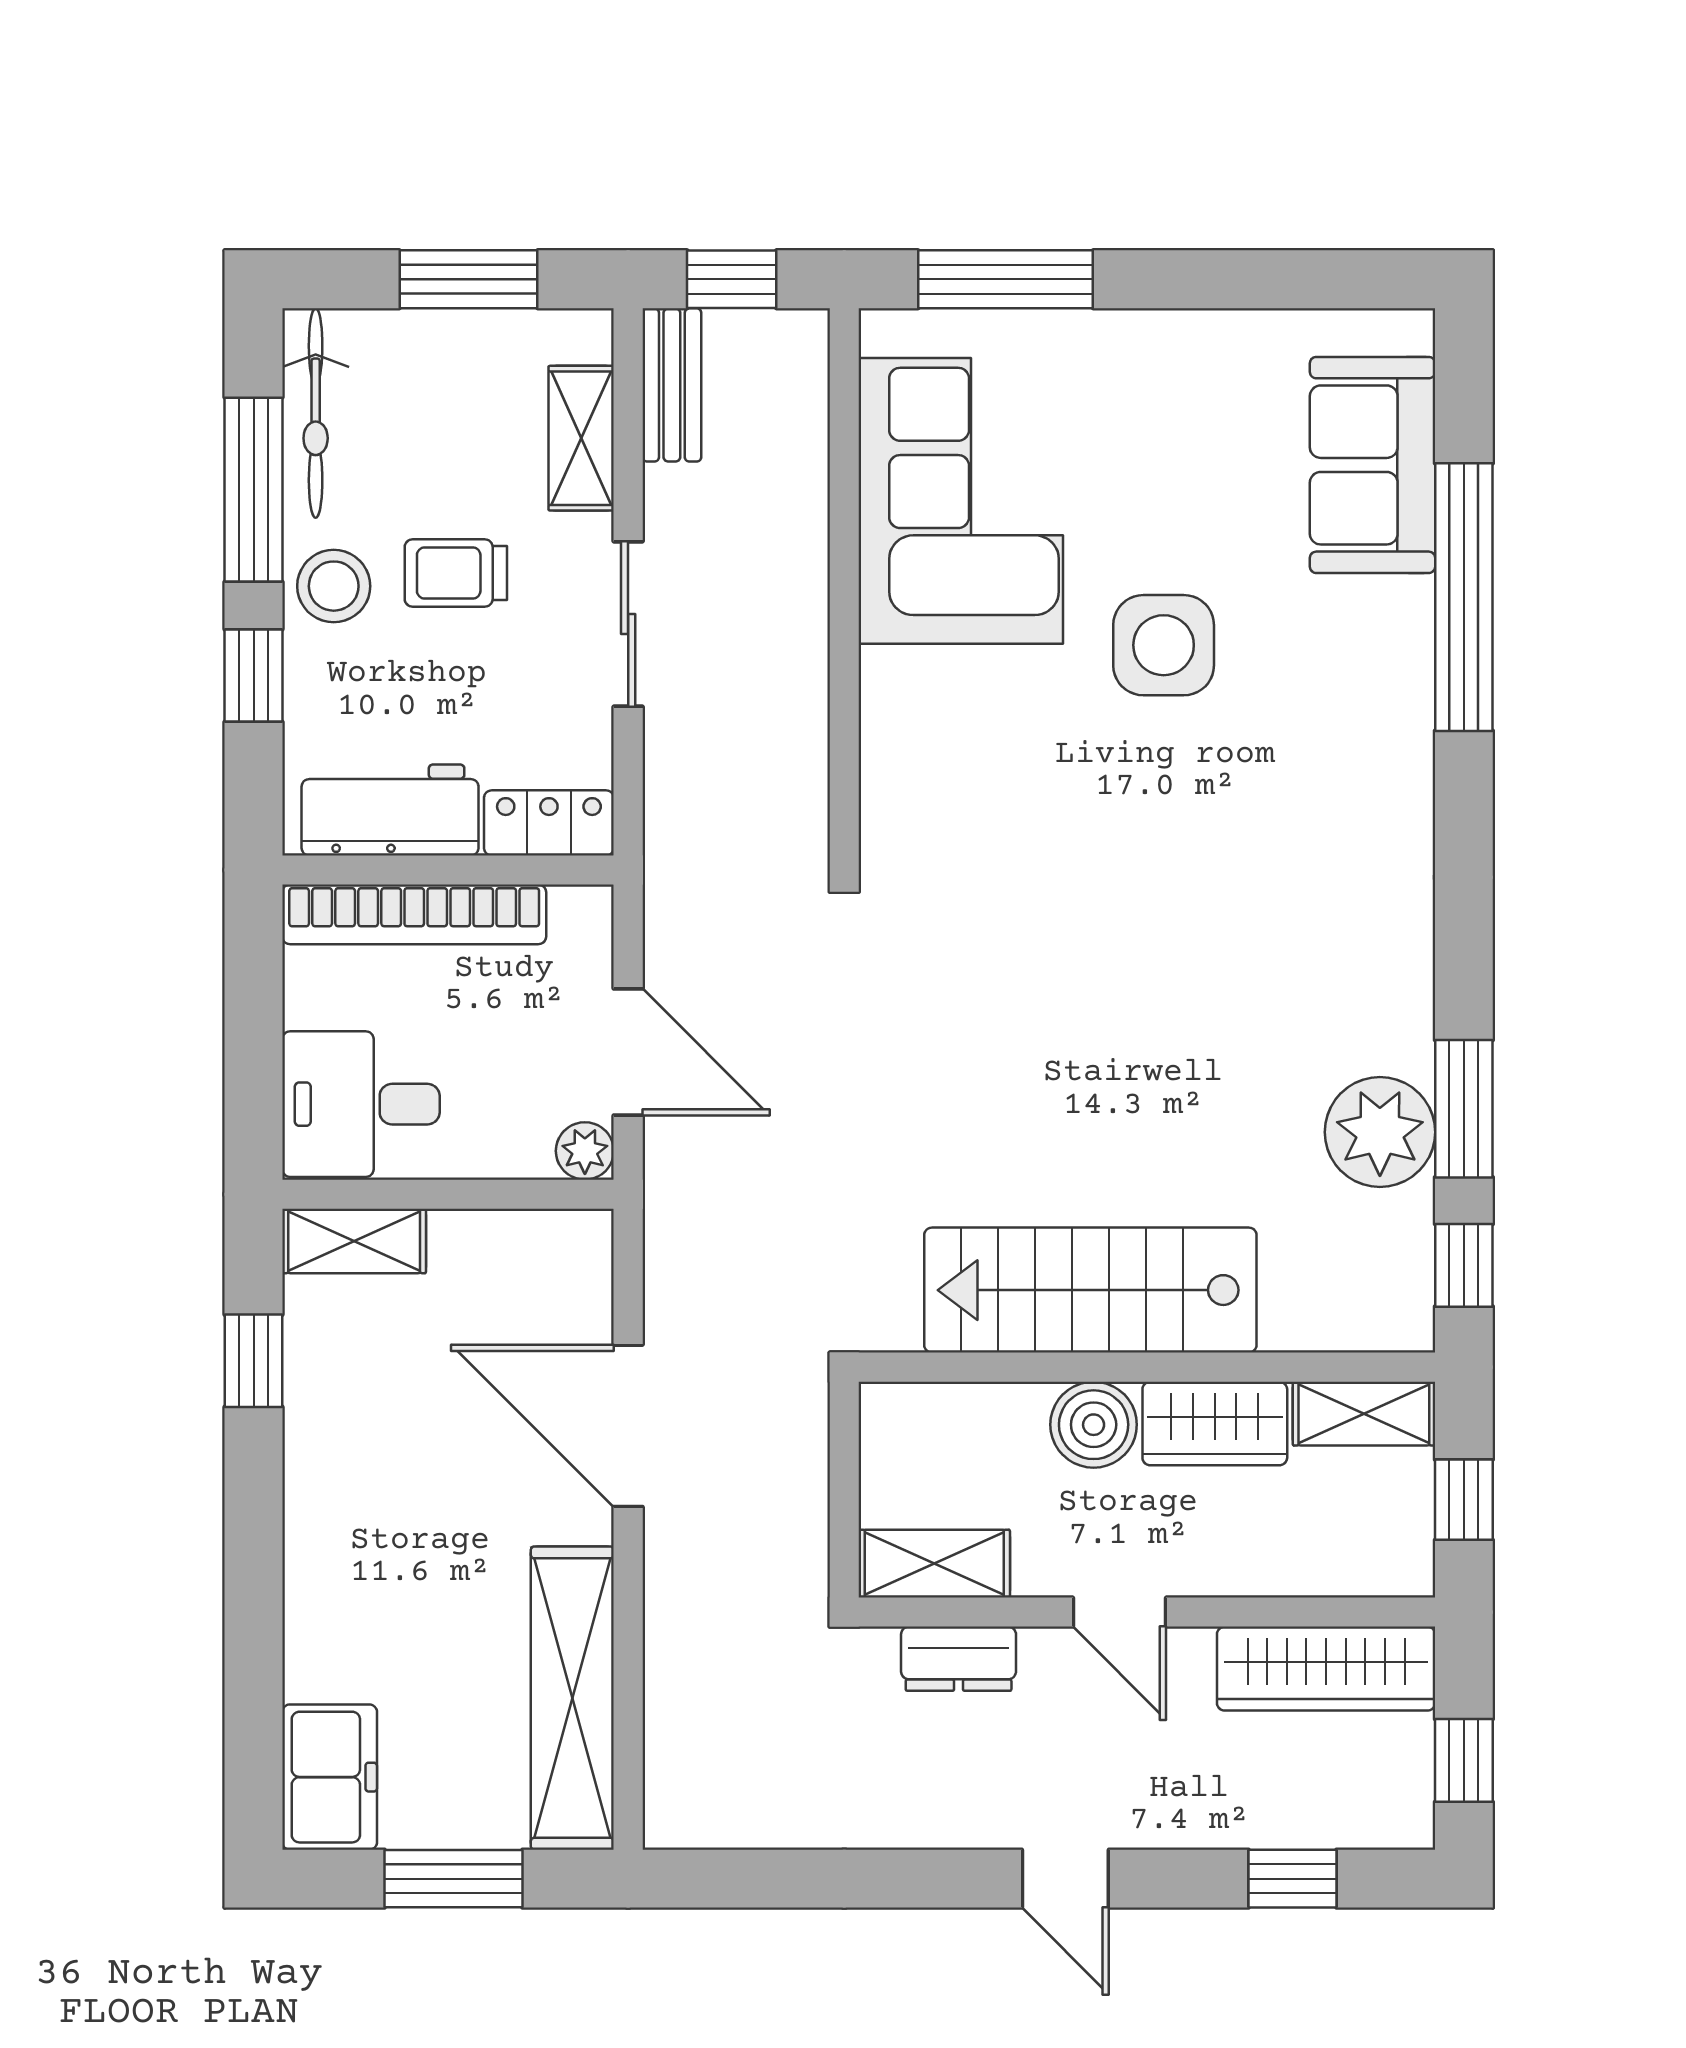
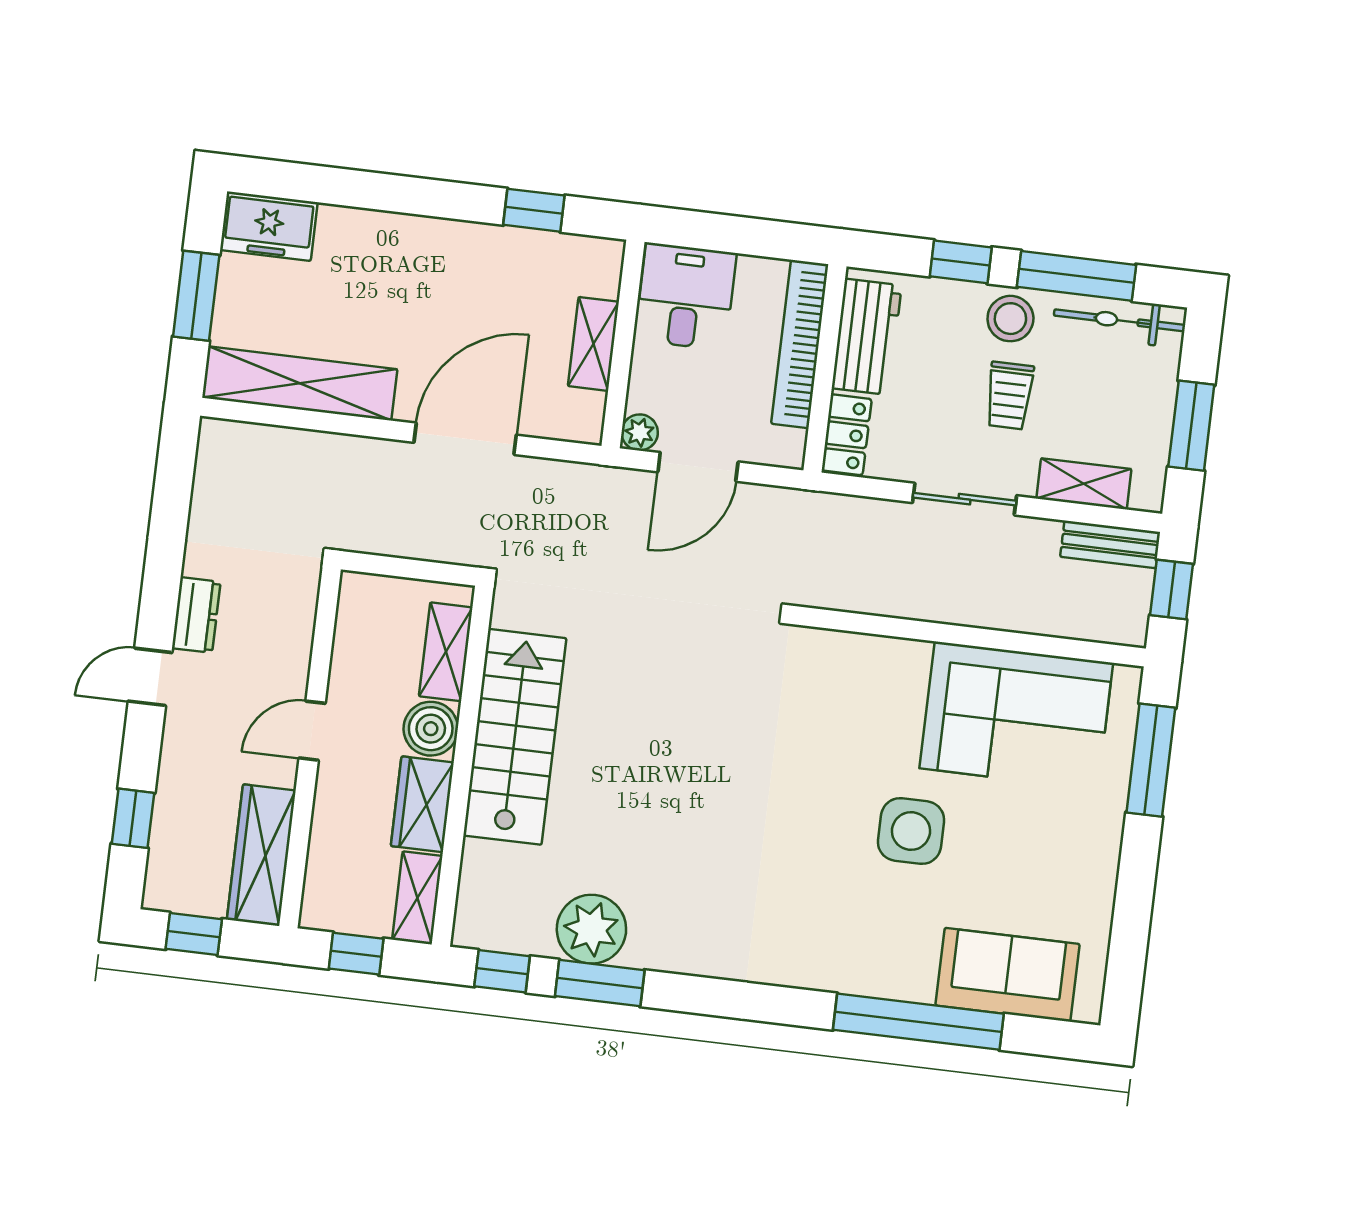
trolley: (456, 573) -> (1009, 396), turned 180
shelving: (354, 1241) -> (593, 344), moved
shelving: (934, 1564) -> (446, 652), moved
dresser: (959, 1659) -> (196, 615), moved, turned 180

